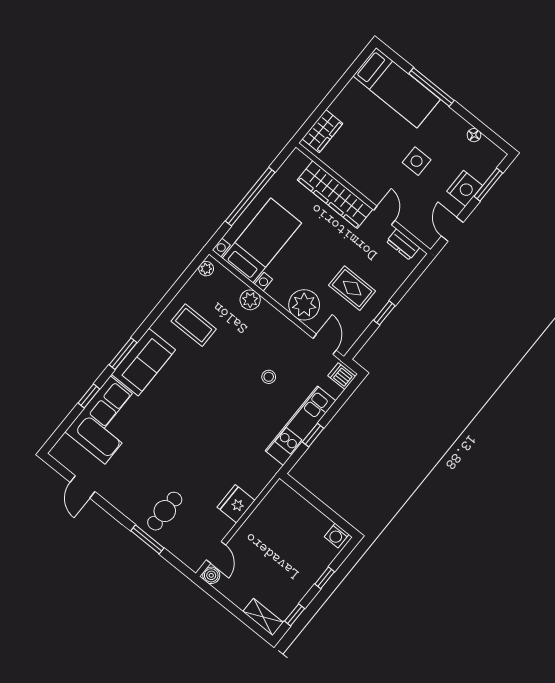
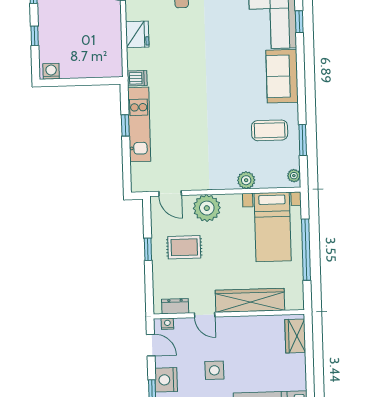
nightstand: (422, 235) -> (167, 324), added
window: (123, 354) -> (303, 140), moved
dishwasher: (342, 376) -> (137, 78), moved
stool: (269, 377) -> (189, 139), removed

